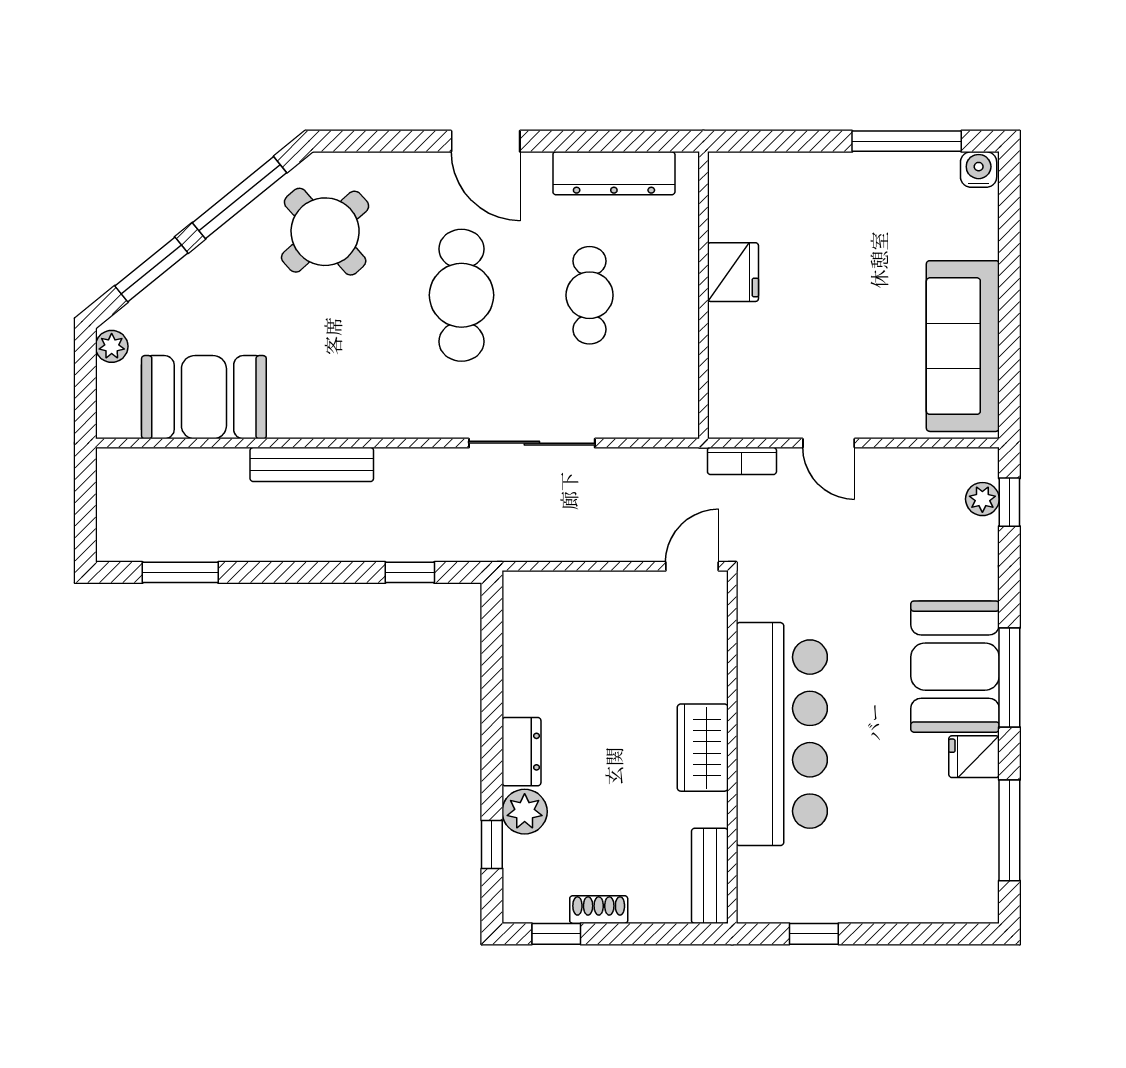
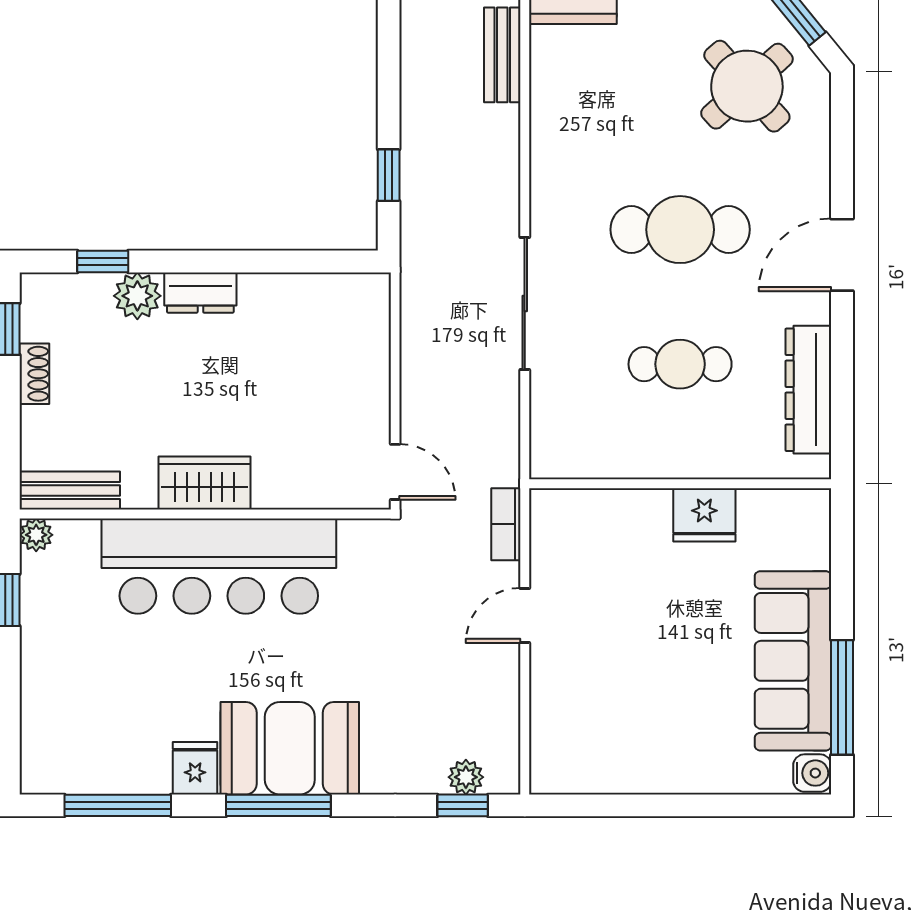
sofa: (963, 346) -> (793, 661), moved, turned -90
bench: (312, 464) -> (502, 55), width x0.73
plant: (752, 908) -> (36, 535), added

